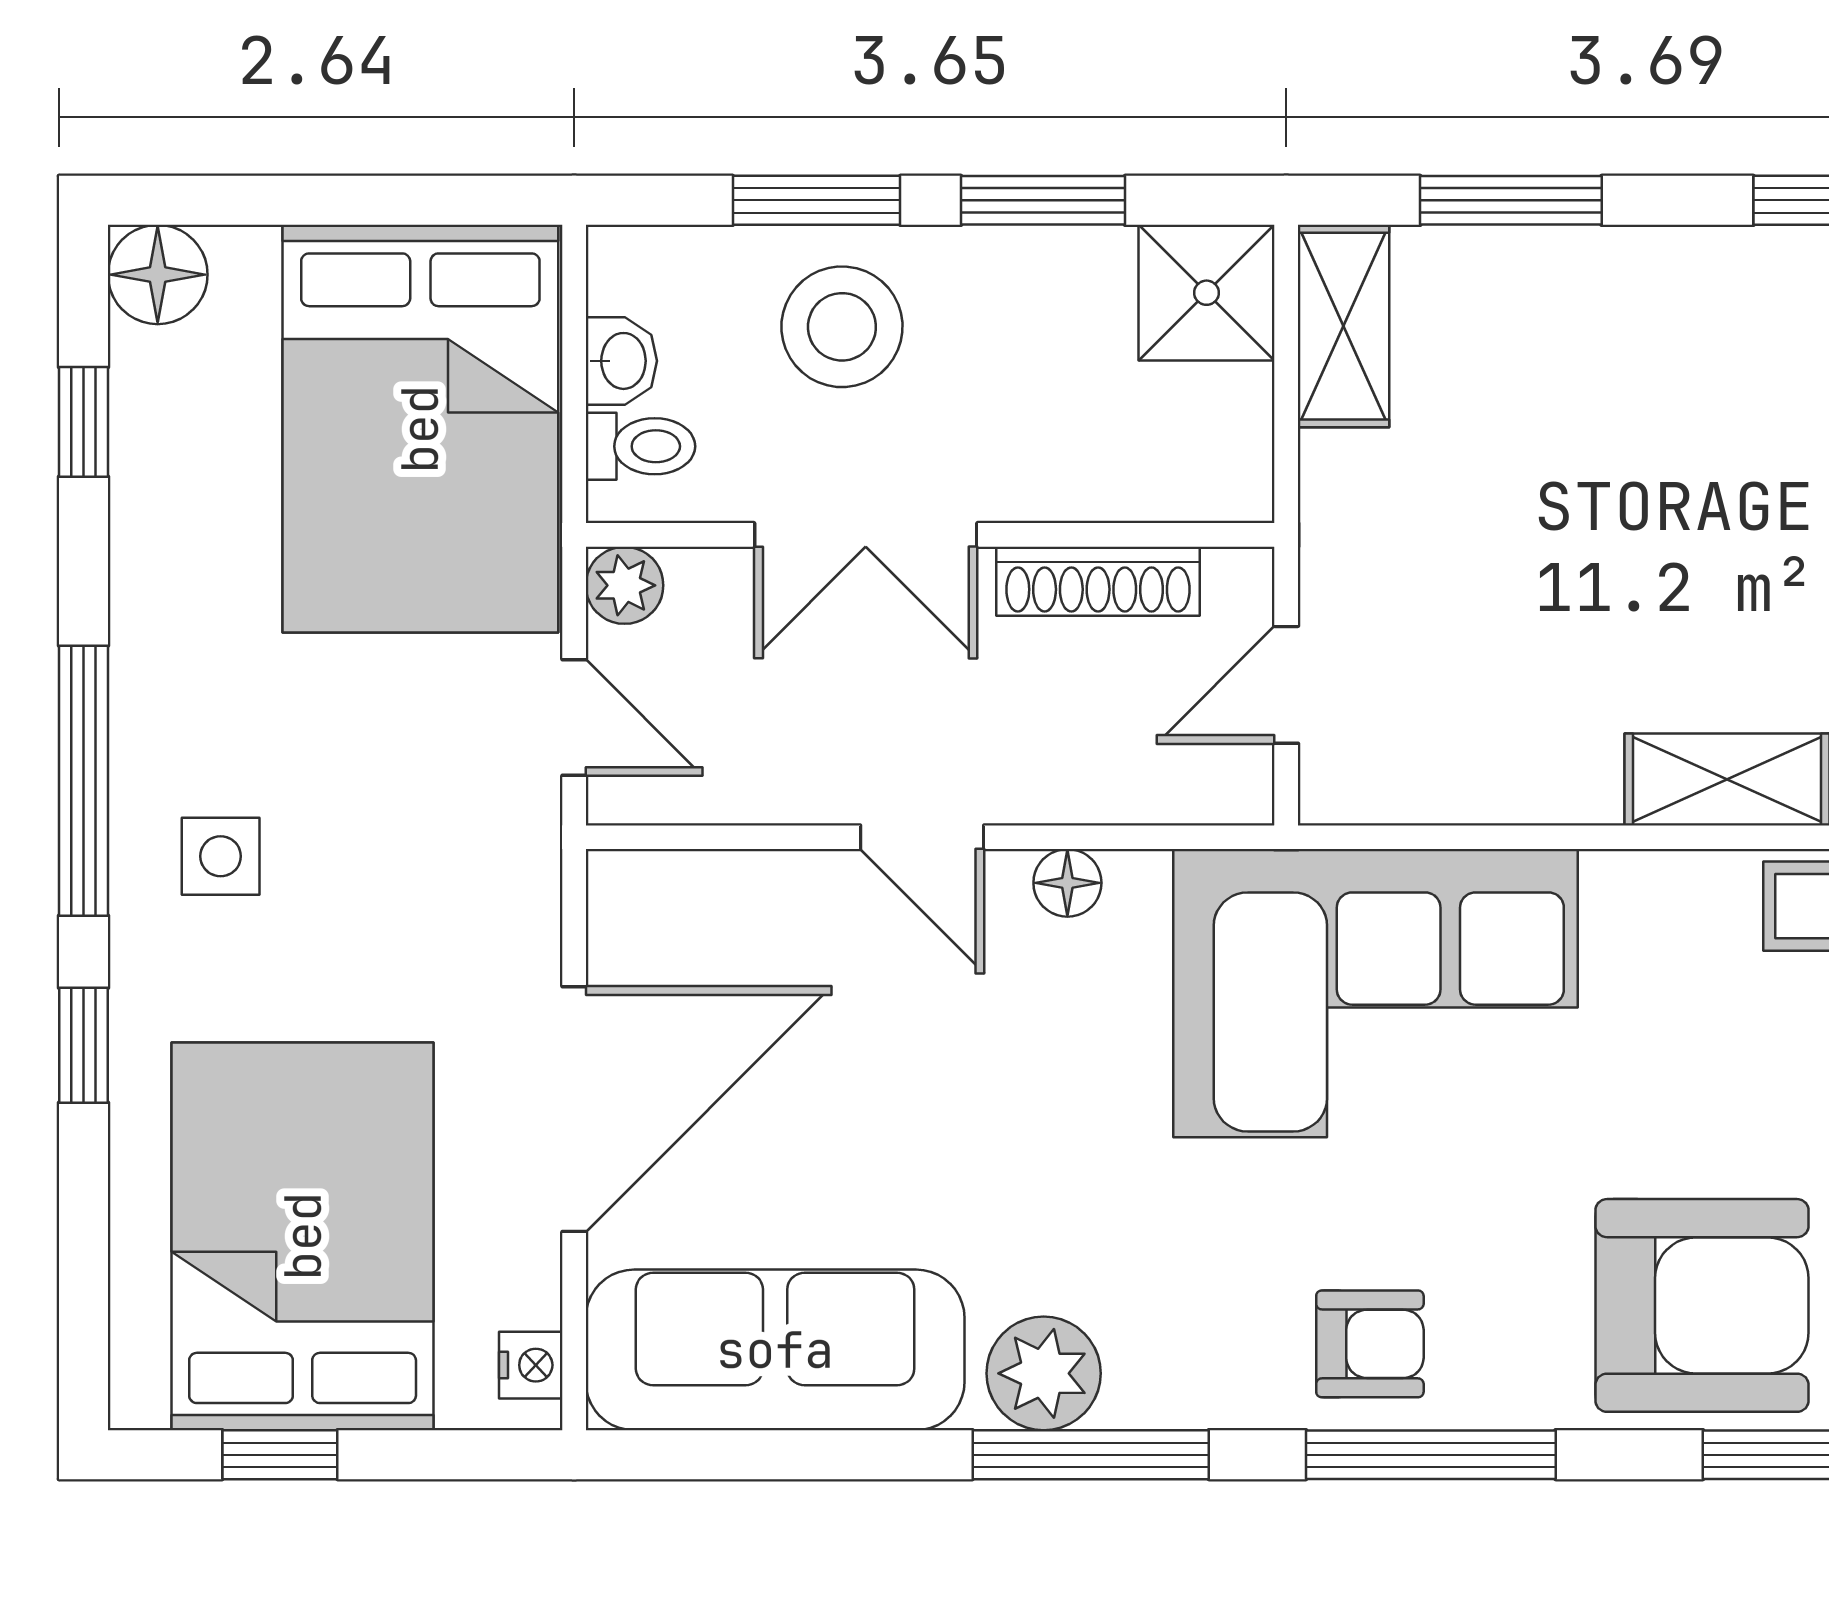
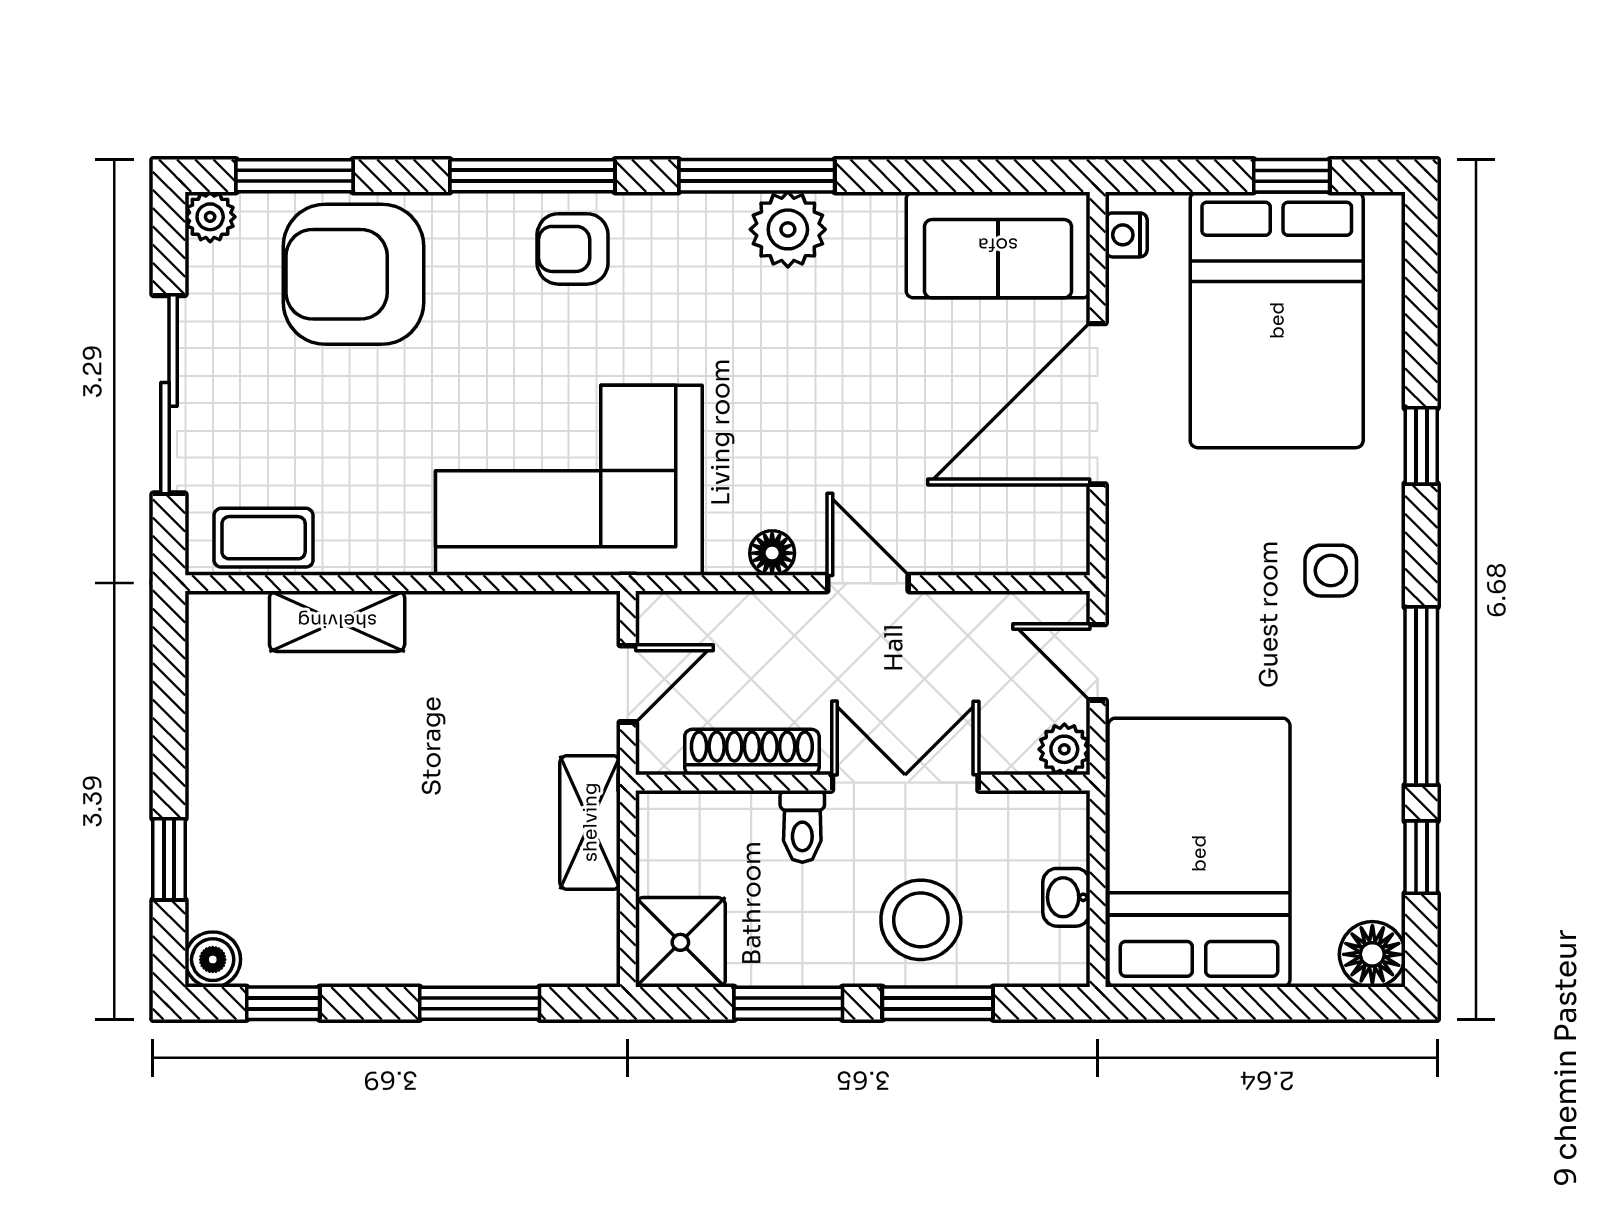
shelving: (1344, 326) -> (590, 822), moved
toilet: (641, 446) -> (802, 826), moved, turned -90
window: (84, 781) -> (1421, 696), moved
sofa: (775, 1350) -> (998, 245), width x0.73

